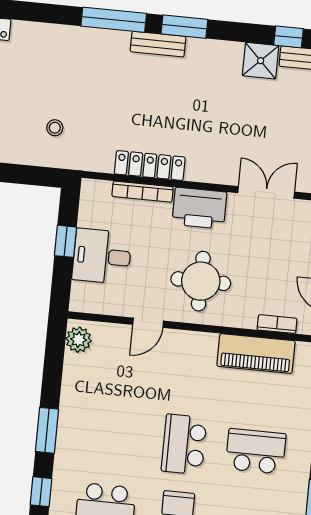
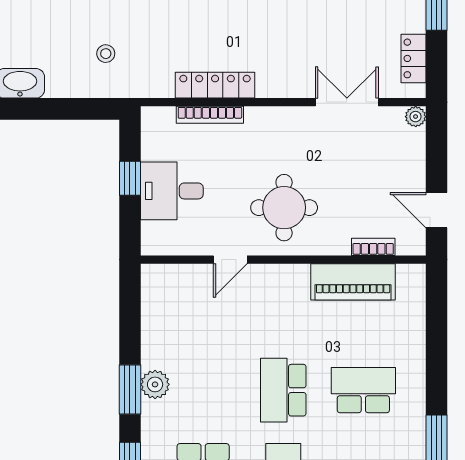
printer: (199, 208) -> (275, 127), removed
plant: (79, 340) -> (155, 384), moved

